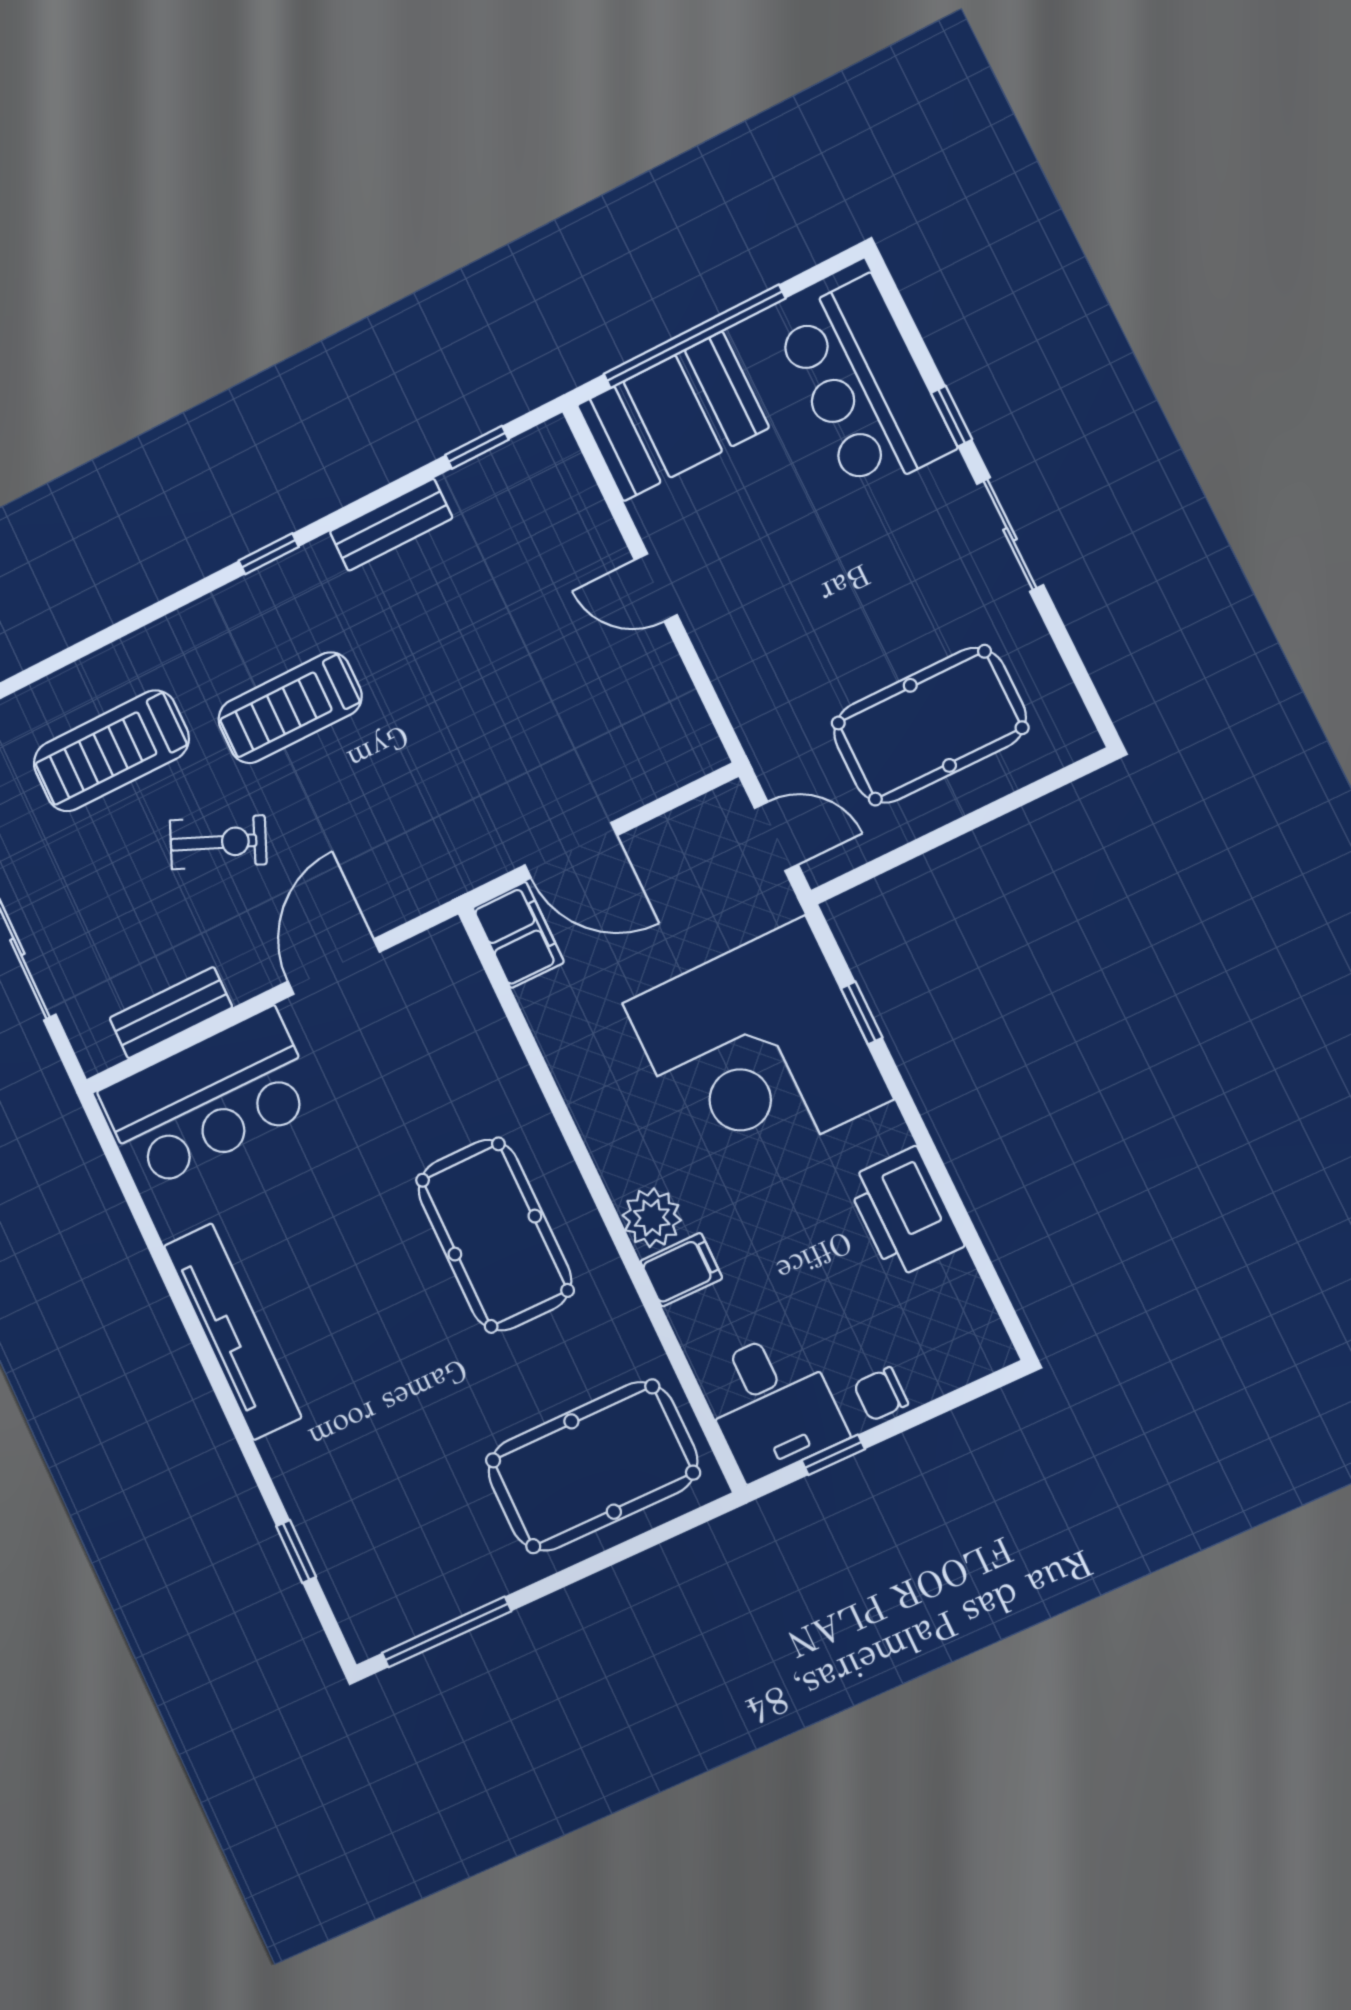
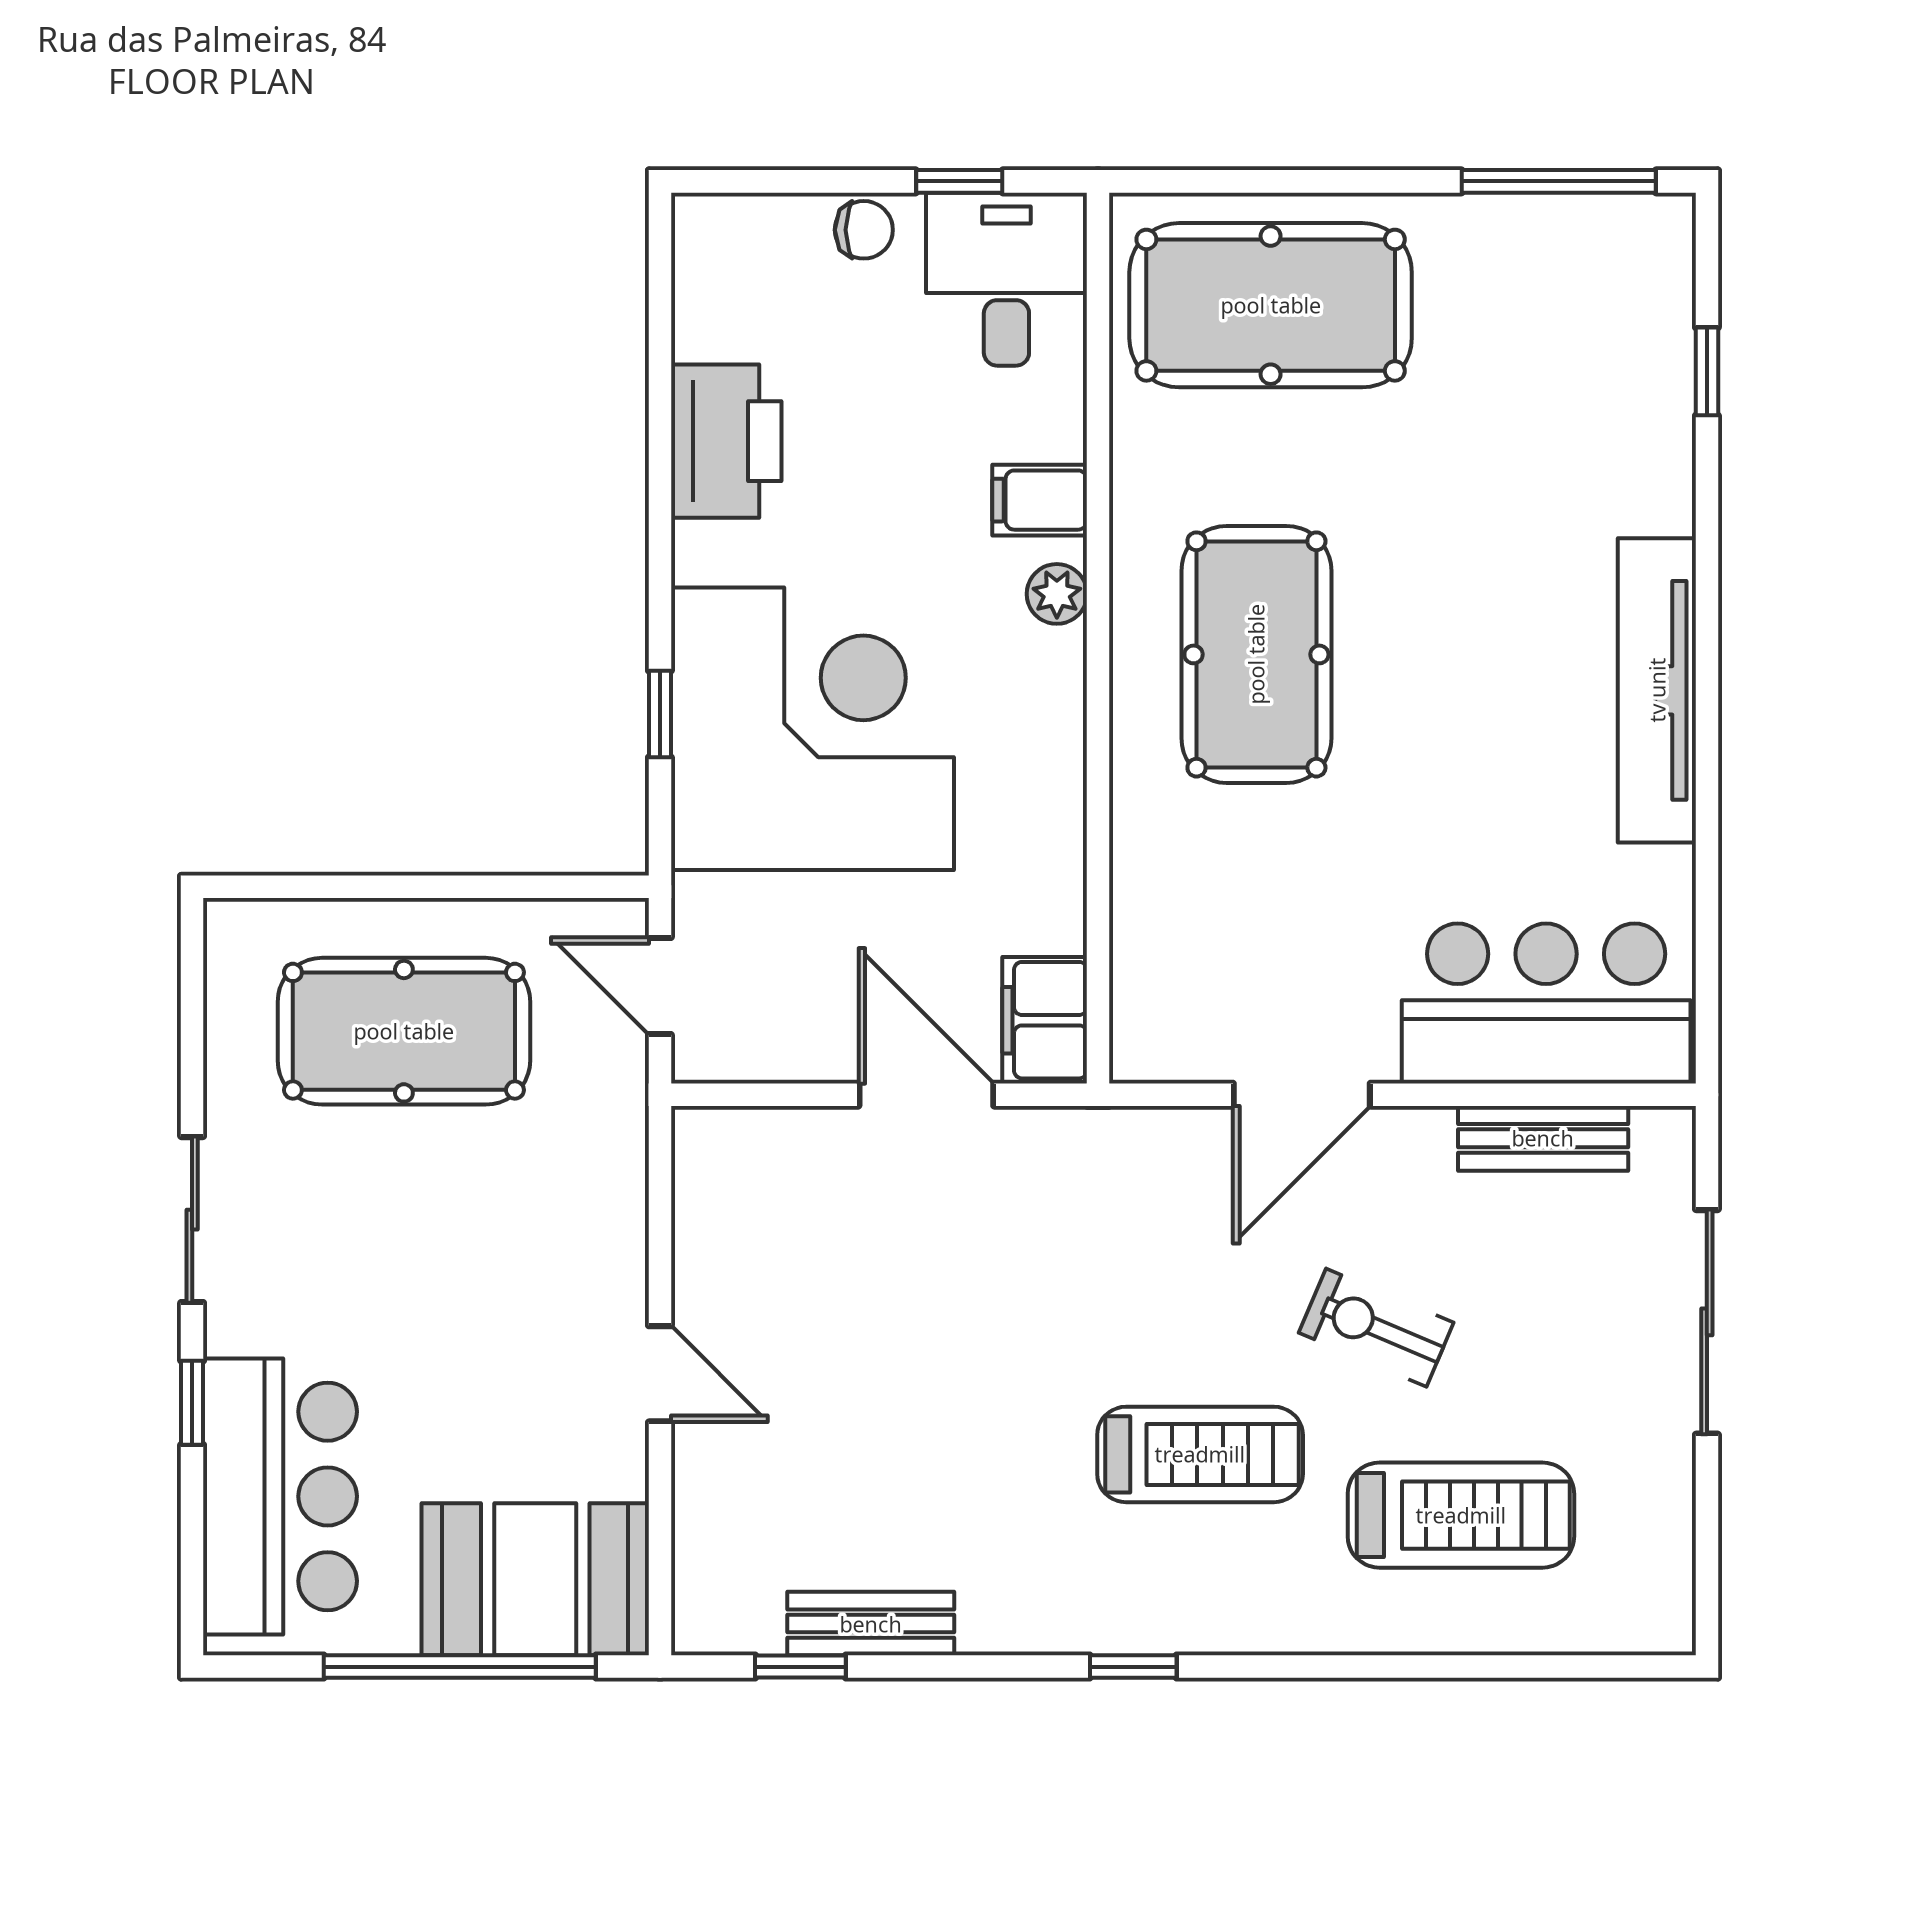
bench: (391, 525) -> (871, 1624), moved
plant: (652, 1218) -> (1057, 594), width x0.73, depth x0.73

